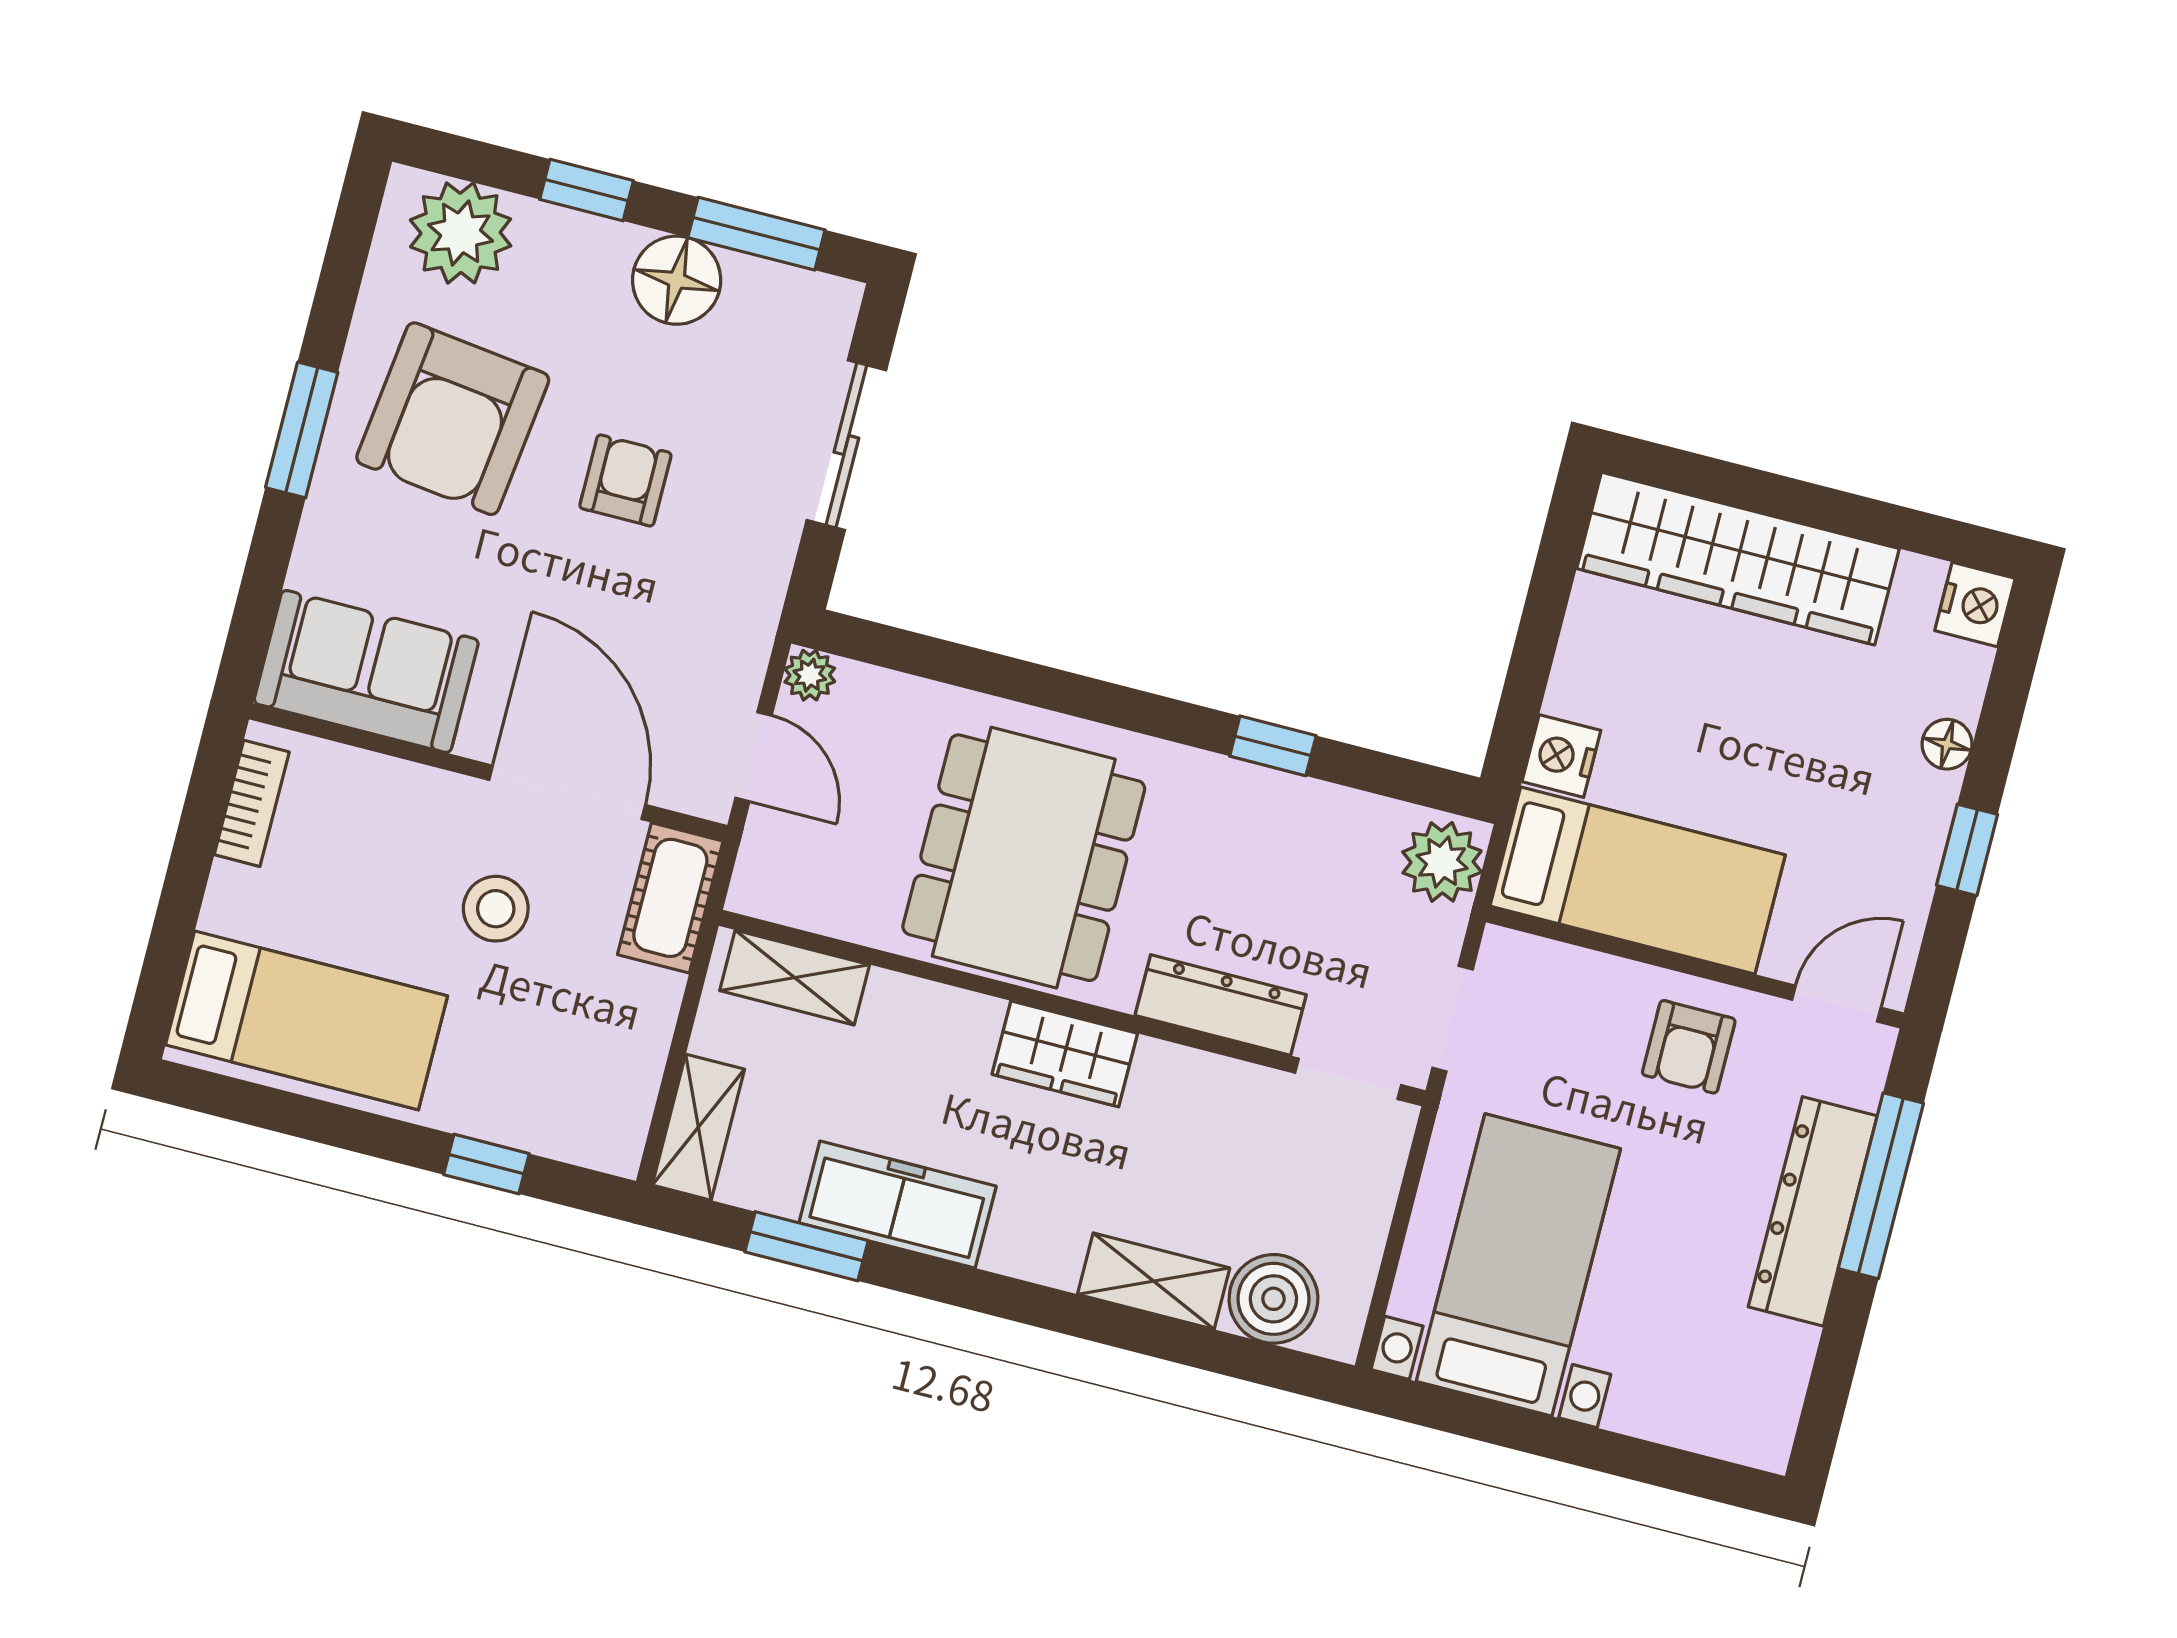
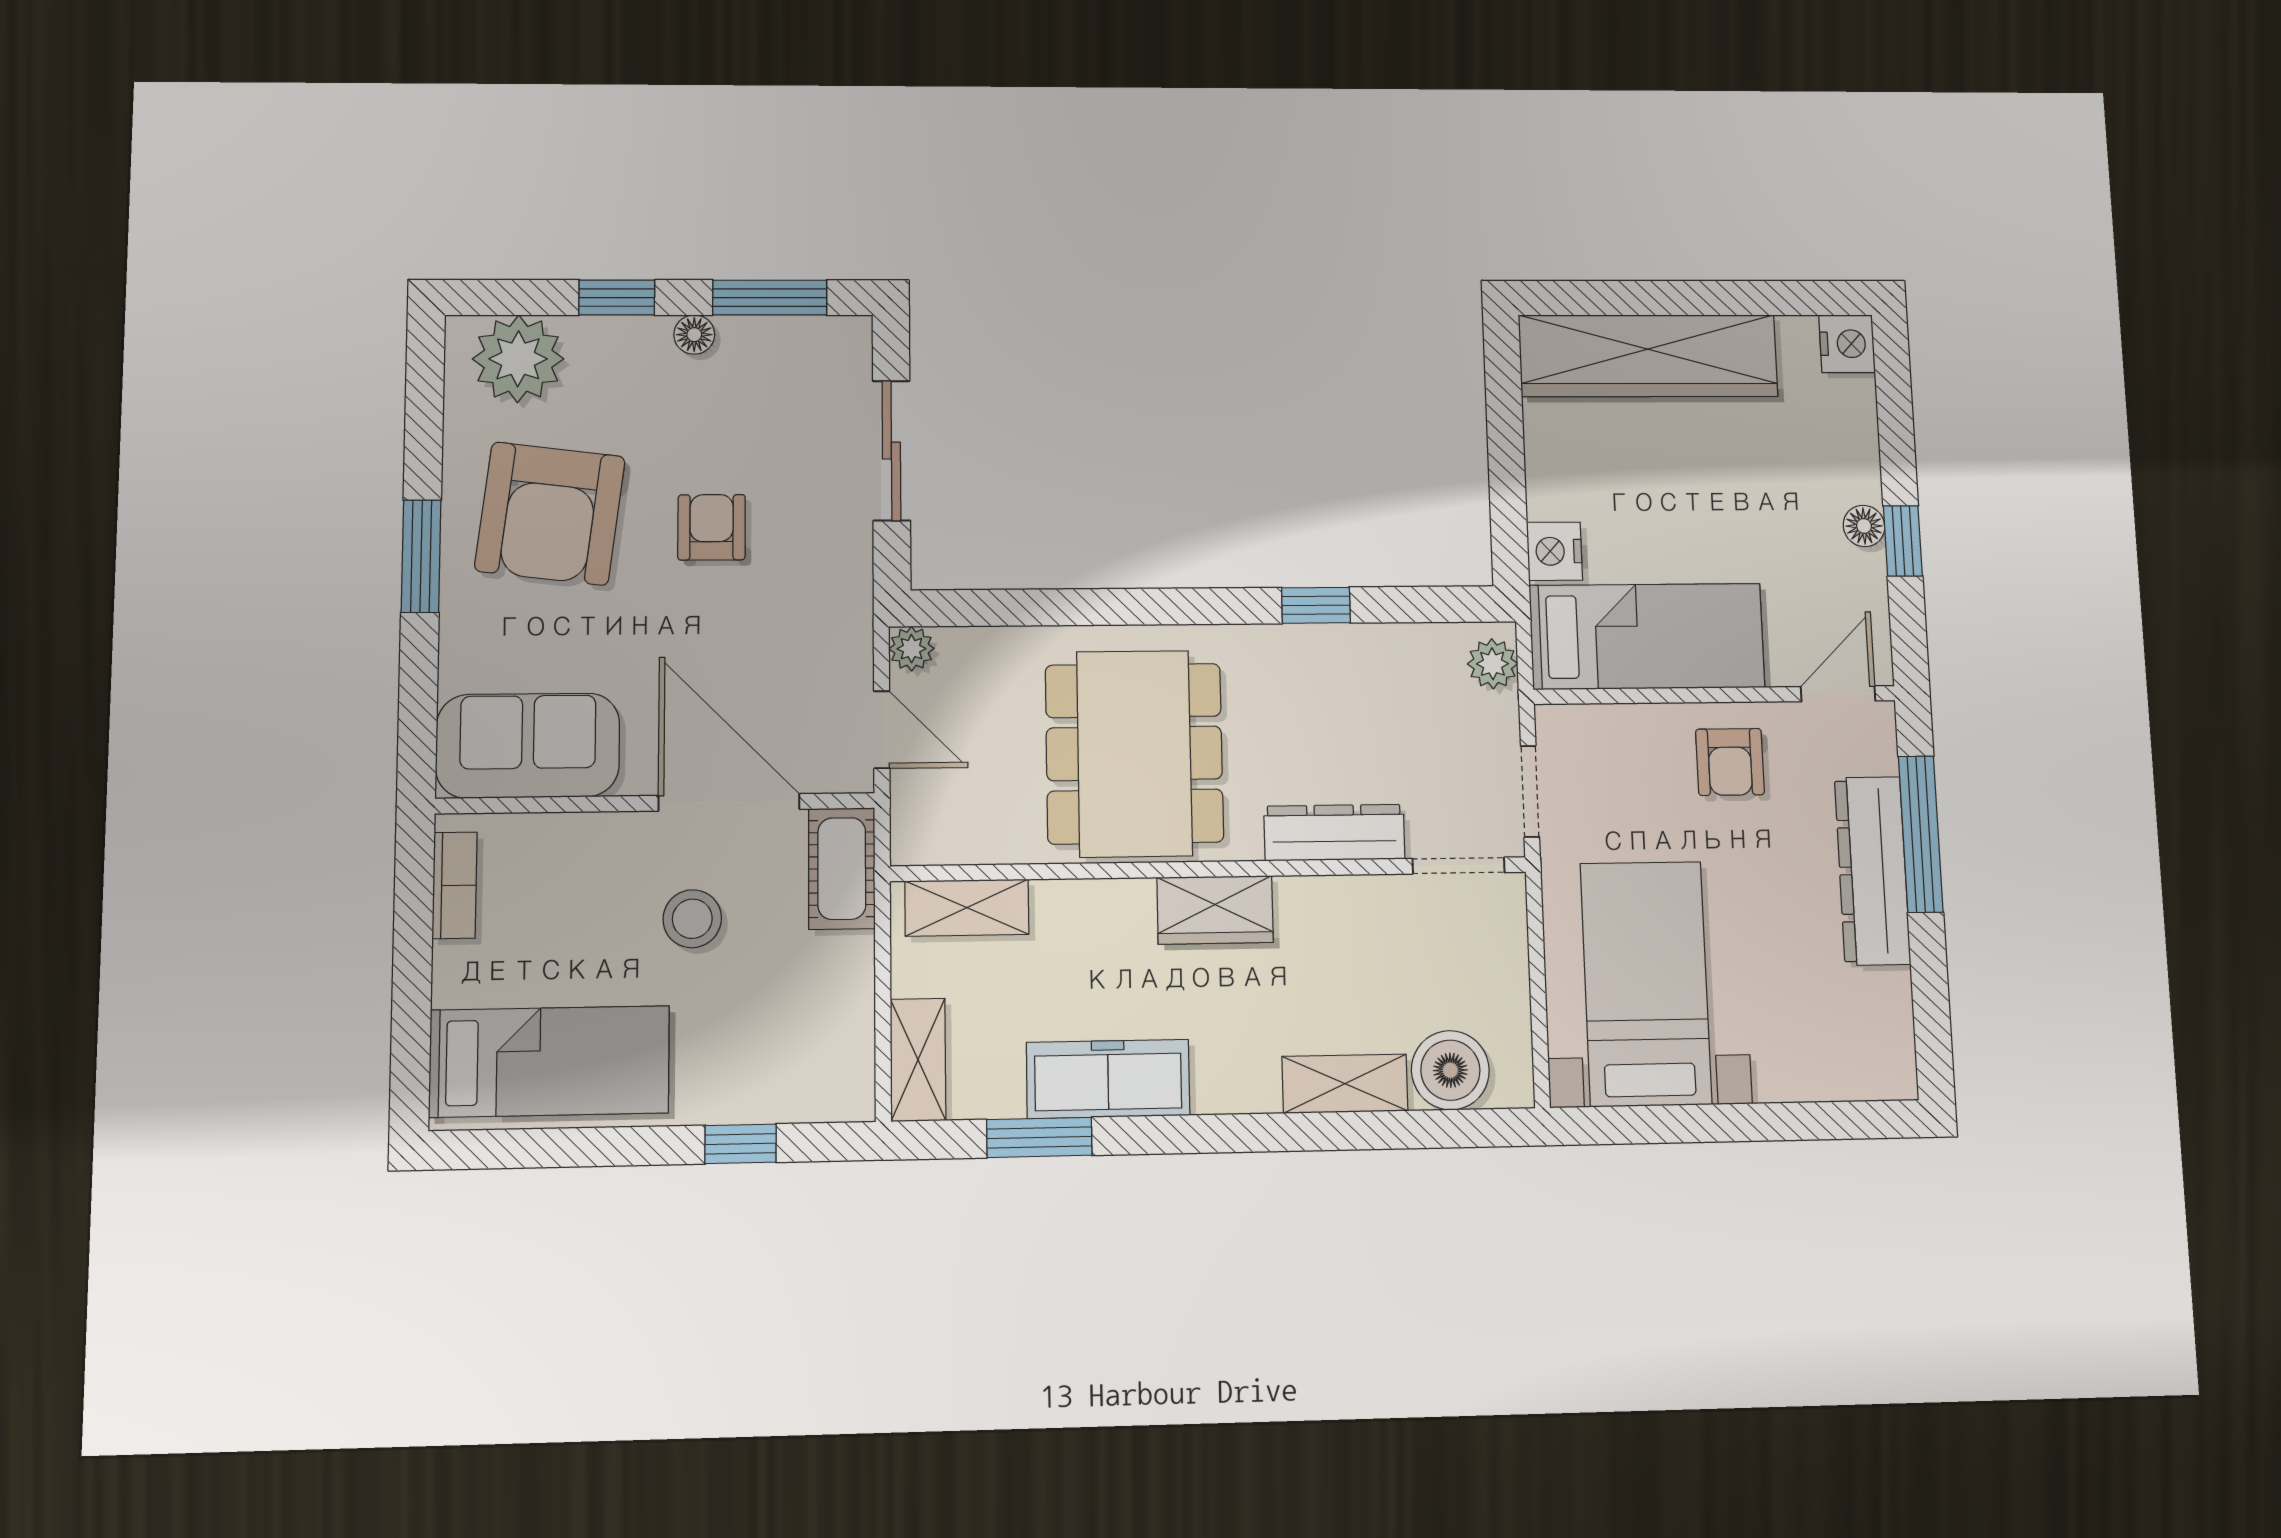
floor lamp: (677, 280) -> (694, 335), width x0.53, depth x0.53
floor lamp: (1947, 744) -> (1864, 526), moved
plant: (1442, 862) -> (1493, 664), width x0.73, depth x0.73

